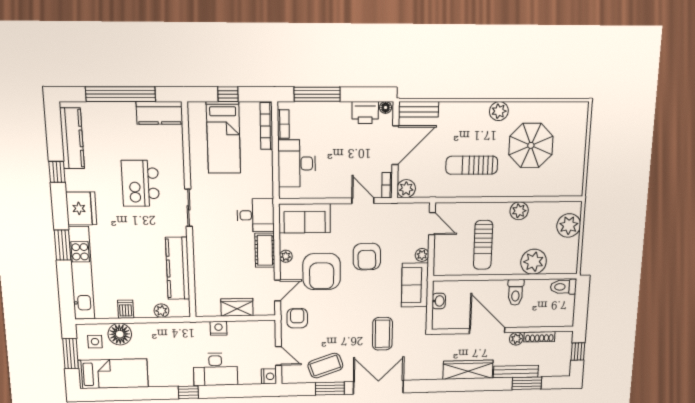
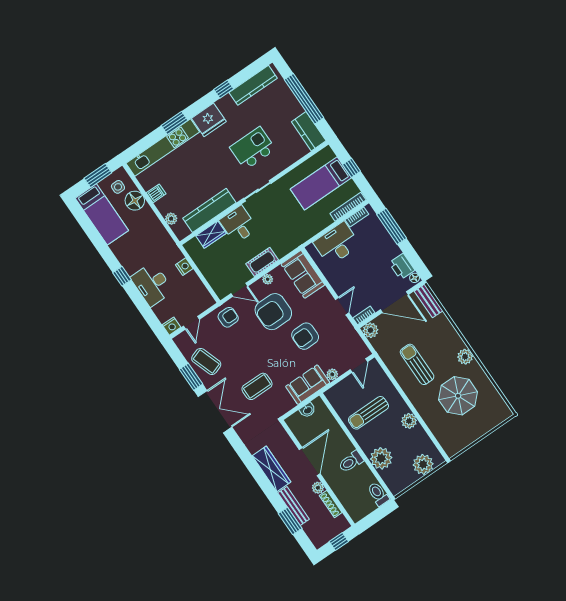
desk: (256, 215) -> (238, 224), moved, turned 180
wardrobe: (237, 307) -> (211, 235), moved, turned 90

